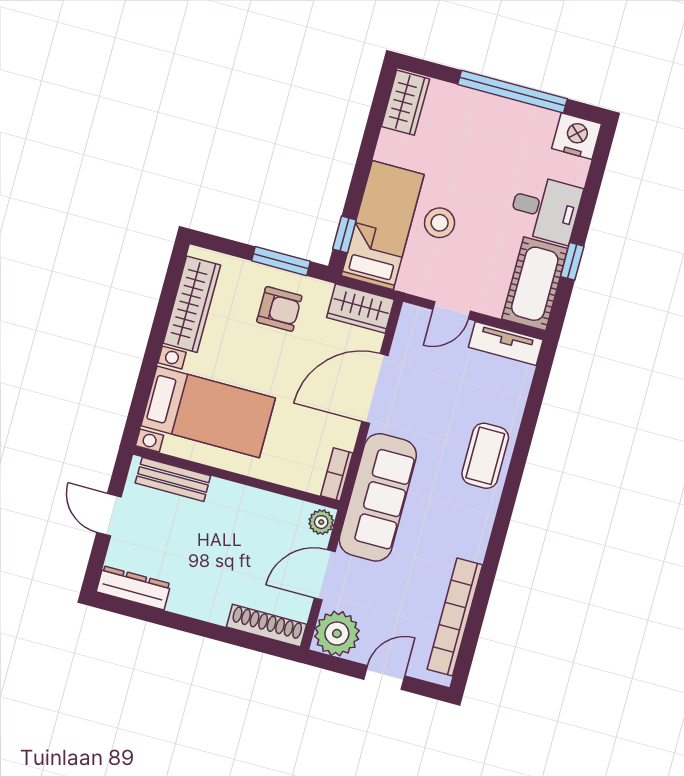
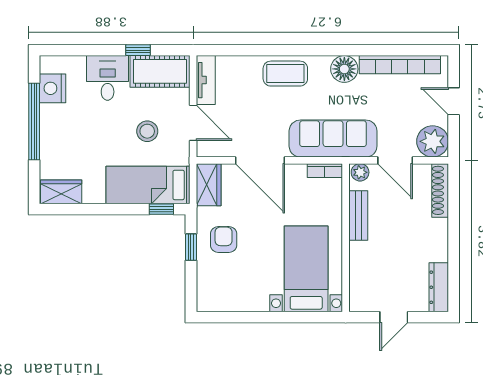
nightstand: (577, 136) -> (53, 88), moved
stool: (440, 223) -> (147, 131), moved
window: (281, 261) -> (191, 247), width x0.67
wardrobe: (192, 304) -> (236, 300), removed
door: (452, 310) -> (193, 123), width x1.38
bench: (173, 479) -> (358, 216), moved
floor lamp: (470, 539) -> (344, 69), added

